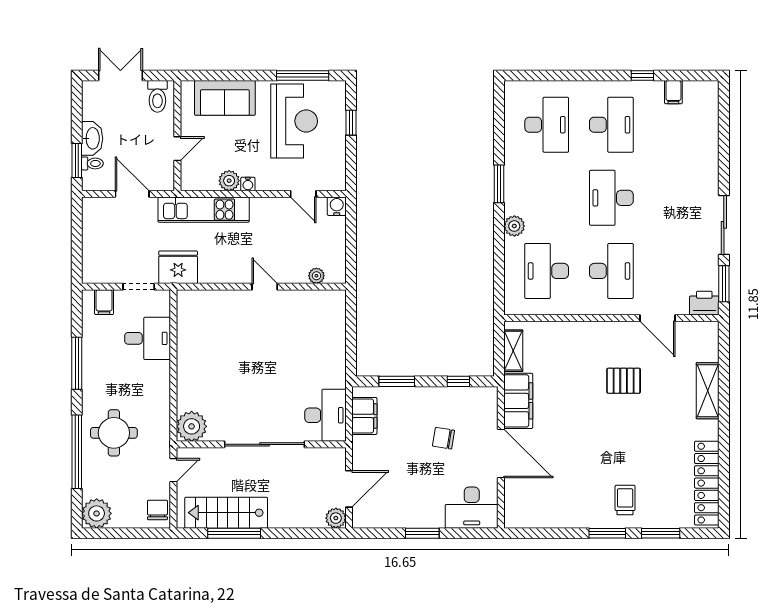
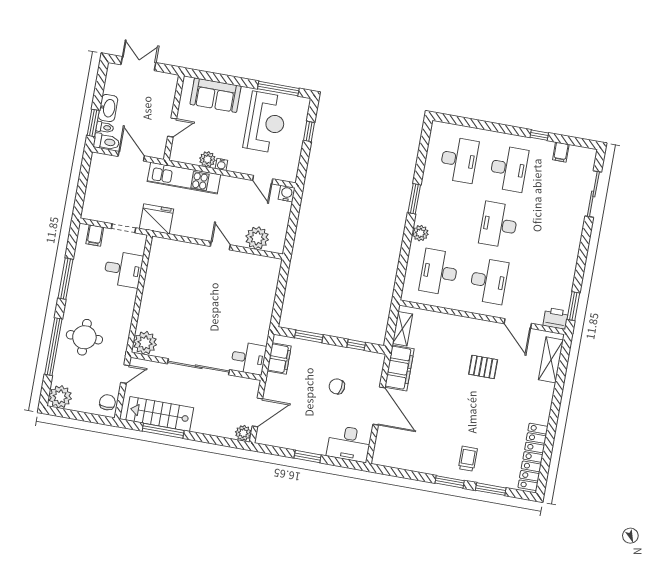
toilet: (157, 96) -> (106, 142), moved, turned -90
sliding door: (724, 225) -> (593, 194), moved
plant: (316, 276) -> (257, 238), width x1.88, depth x1.88
shelving: (708, 391) -> (551, 360), moved
desk: (325, 415) -> (248, 358), width x0.73

